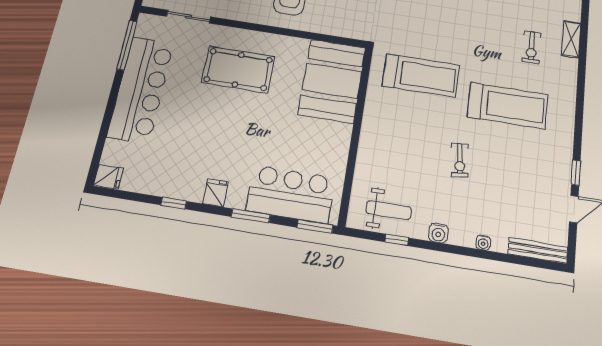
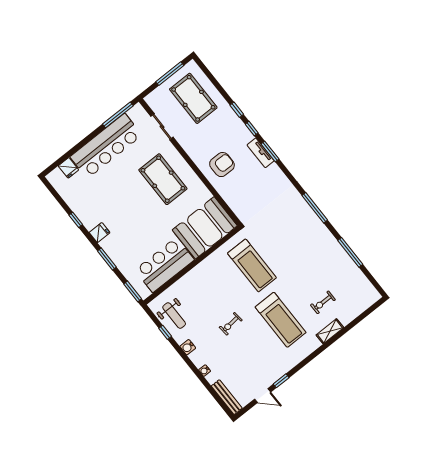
shelving: (571, 39) -> (330, 331), moved
fridge: (108, 177) -> (68, 168), moved
bar counter: (291, 194) -> (165, 265), moved, turned -90

